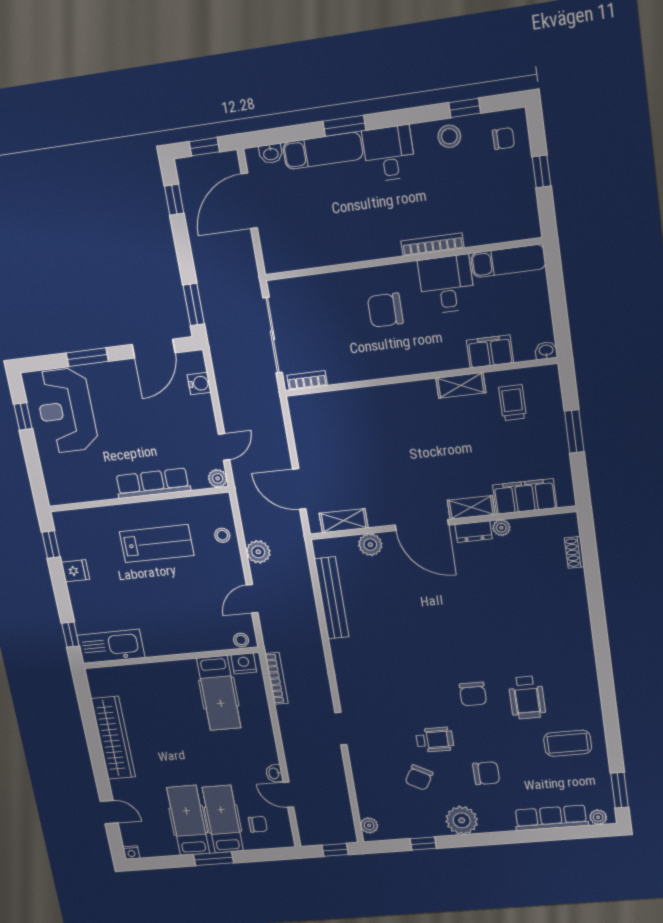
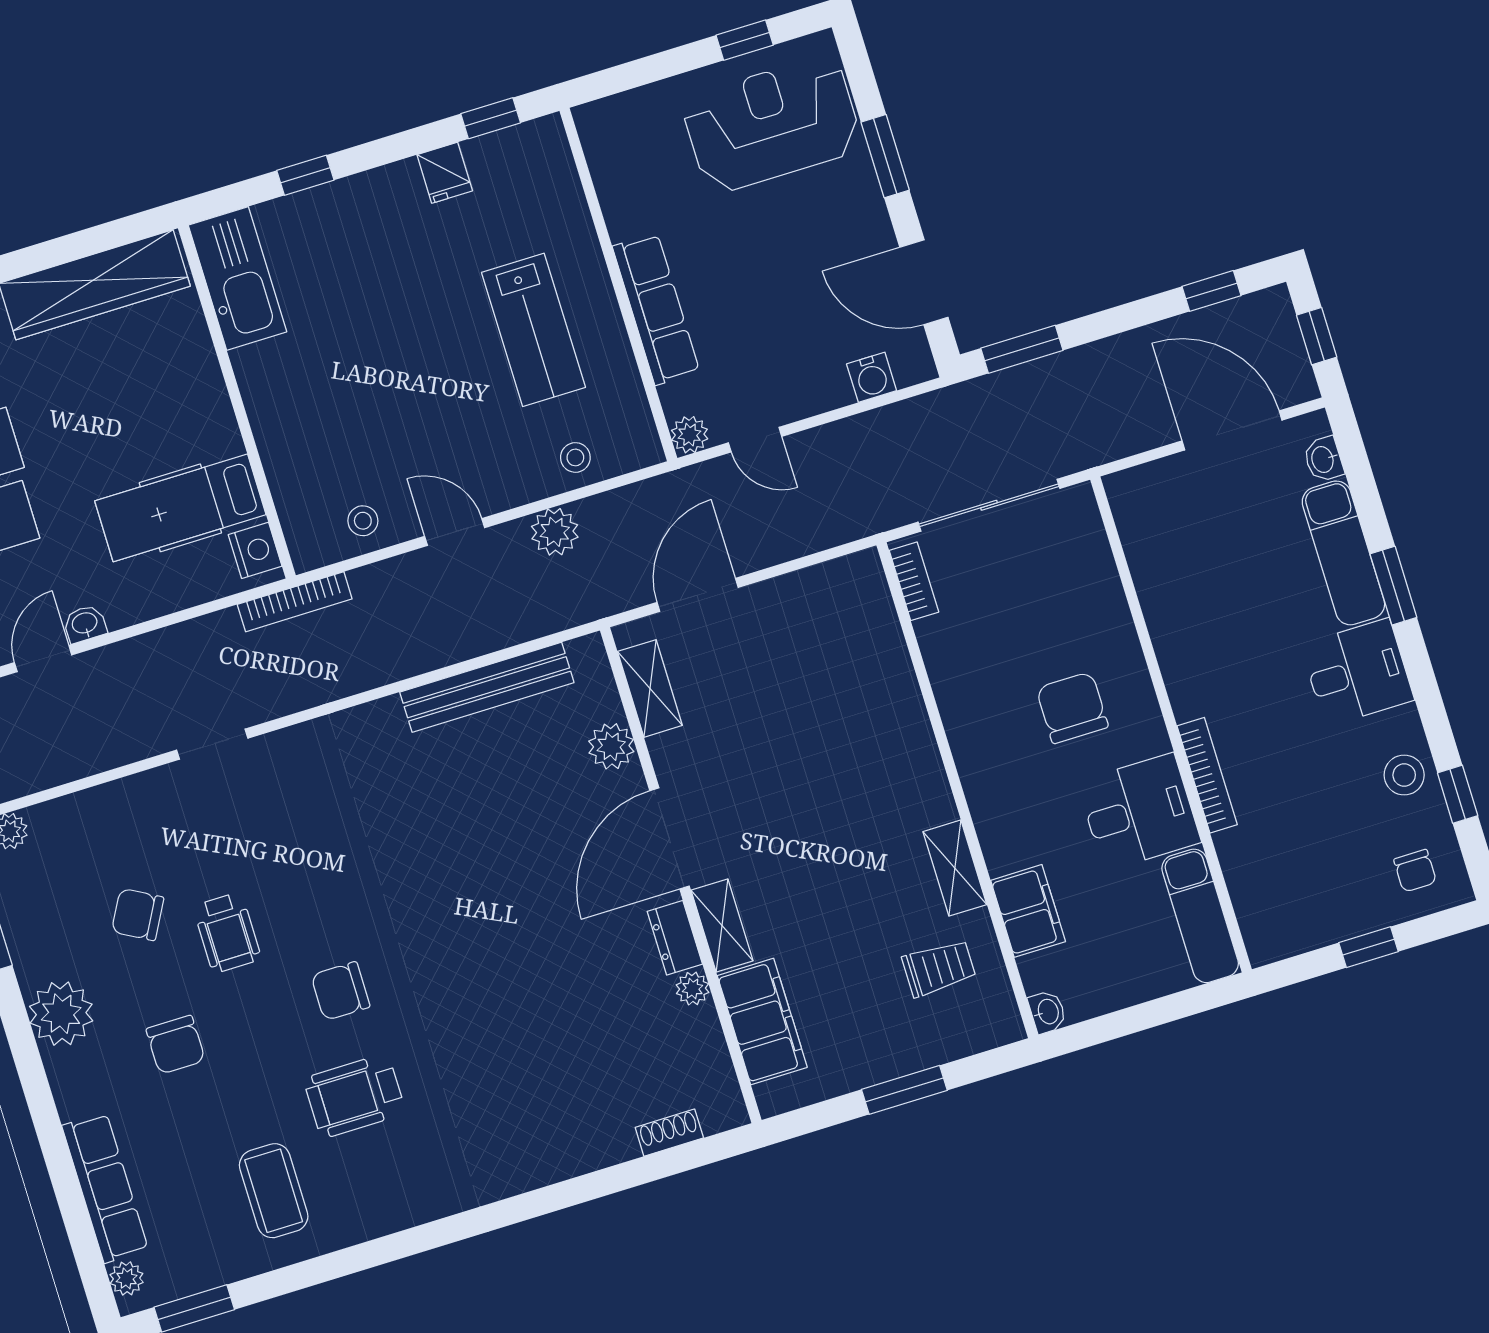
kitchen sink: (111, 646) -> (237, 278), moved
wall: (170, 658) -> (237, 402), moved
nightstand: (244, 663) -> (255, 550), moved
hospital bed: (219, 693) -> (180, 508), moved

